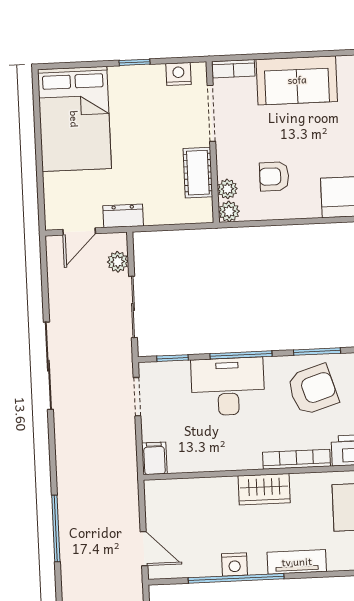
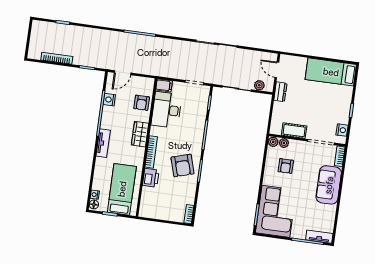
bed: (74, 119) -> (331, 72), width x0.67
armchair: (274, 176) -> (286, 166), turned 180
desk: (228, 387) -> (167, 110), moved, turned 180
armchair: (199, 498) -> (142, 103), added
nightstand: (235, 564) -> (109, 100), moved

